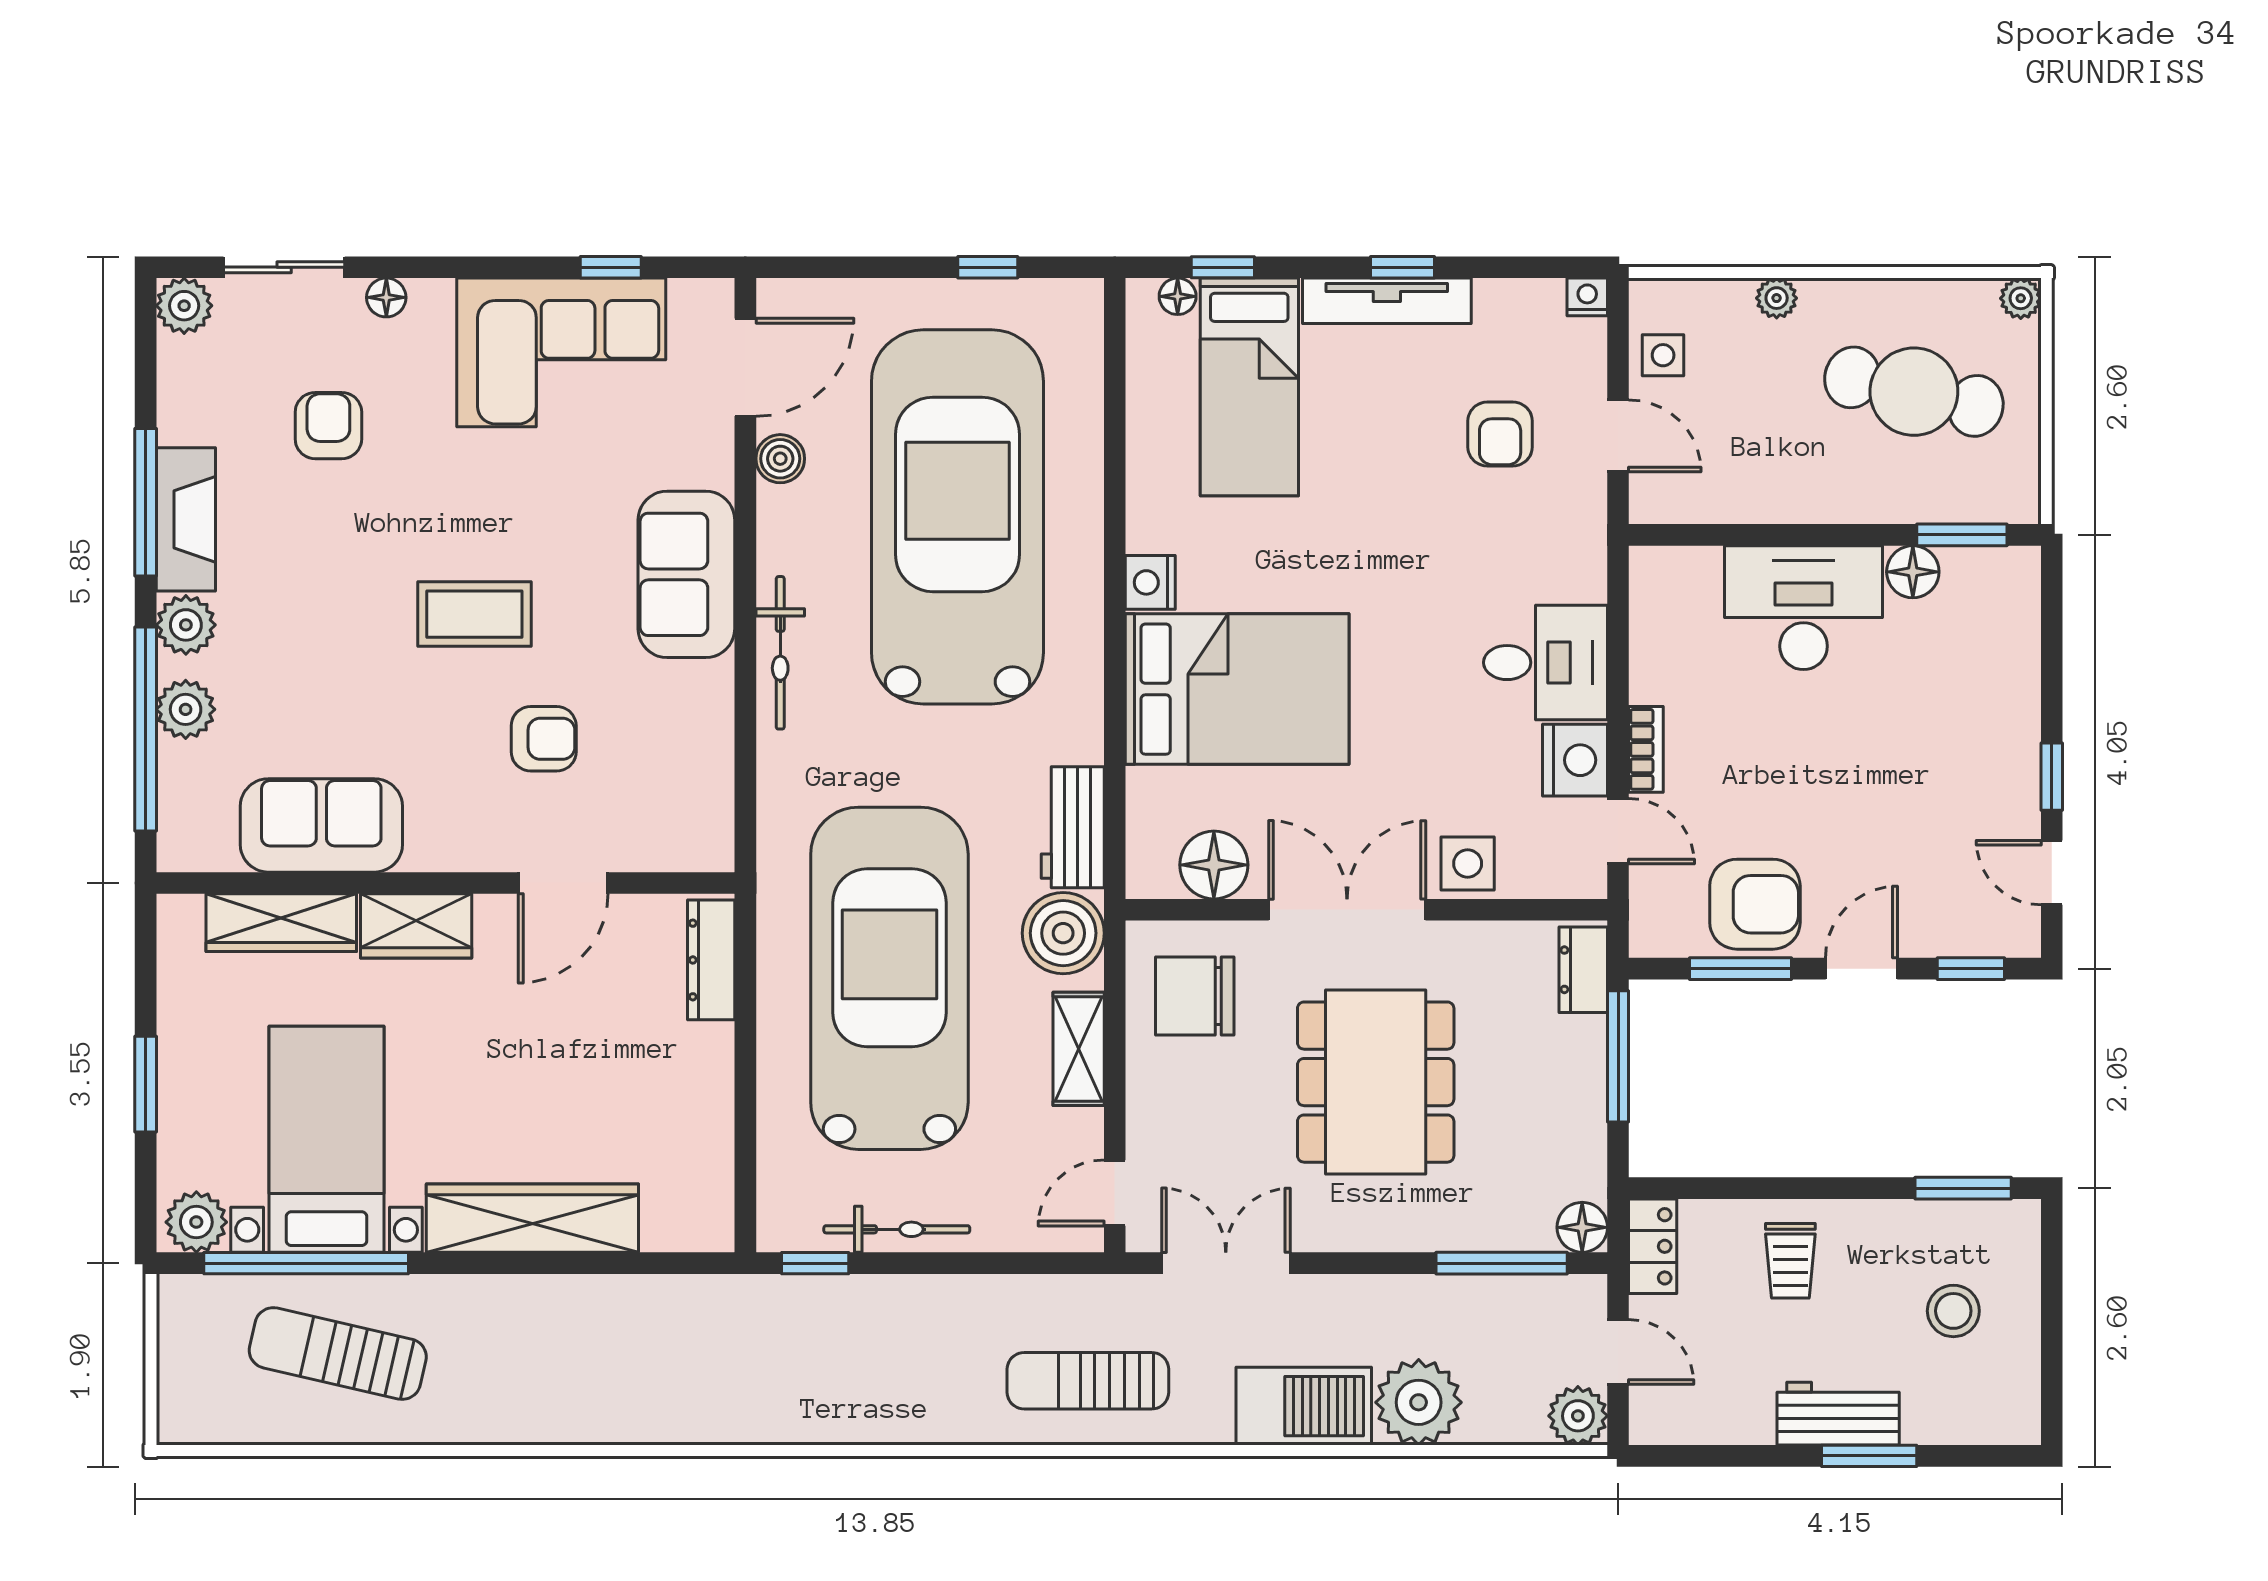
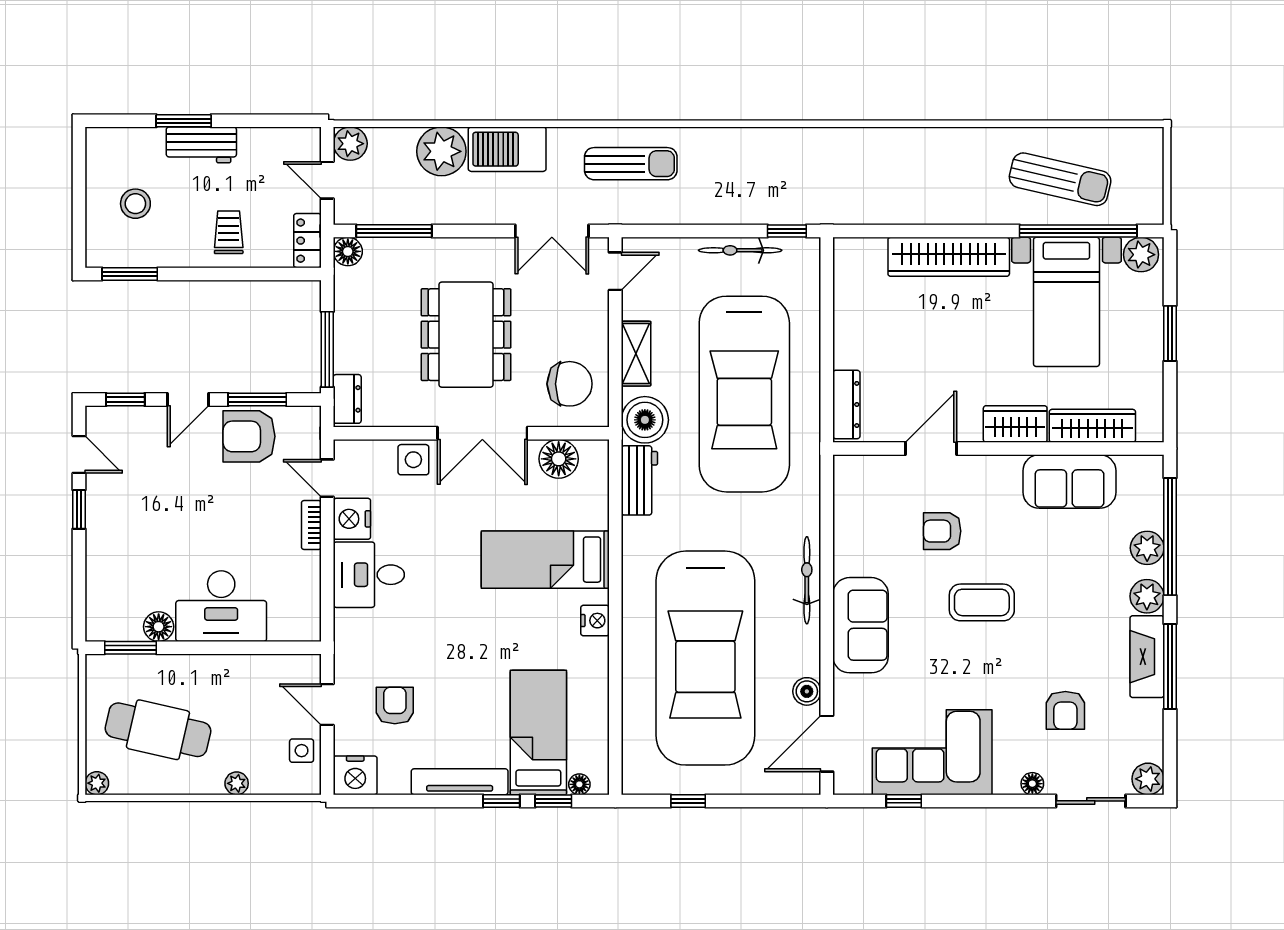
window: (1403, 267) -> (501, 801), moved
nightstand: (1587, 297) -> (355, 775), width x1.89, depth x1.79
bed: (1237, 689) -> (545, 560), width x0.67

